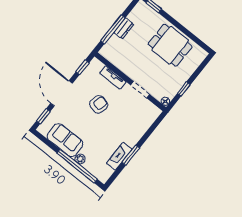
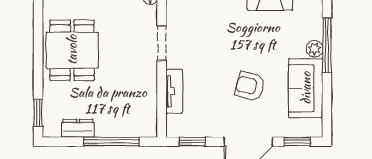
dresser: (124, 28) -> (78, 128), moved
armchair: (99, 104) -> (250, 86), moved
window: (77, 166) -> (327, 45), width x0.68

